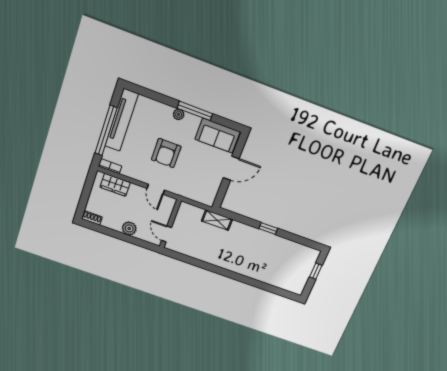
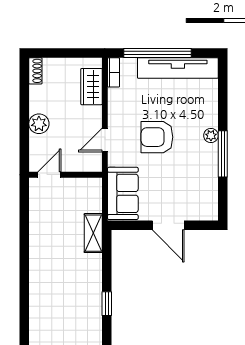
sofa: (218, 136) -> (123, 193), moved, turned 180

